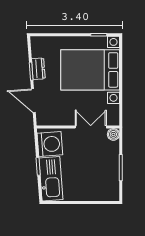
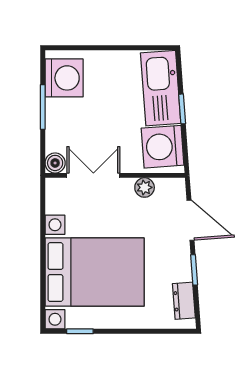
dresser: (38, 69) -> (184, 301), moved
plant: (60, 120) -> (145, 187), added
double door: (91, 127) -> (93, 175), swing flipped
washing machine: (108, 185) -> (64, 78), added

